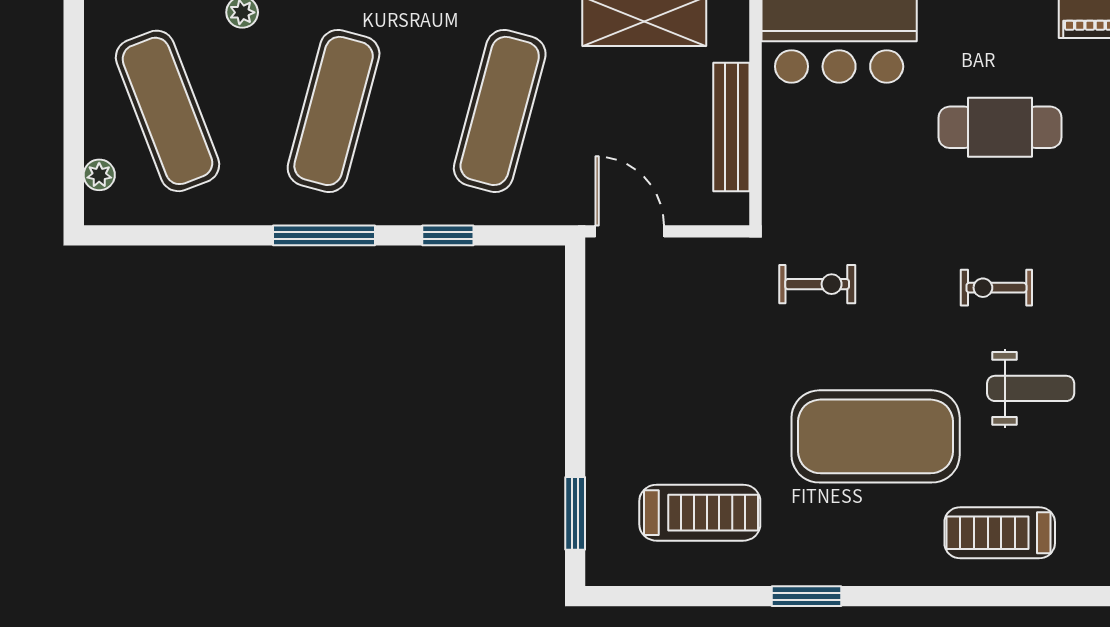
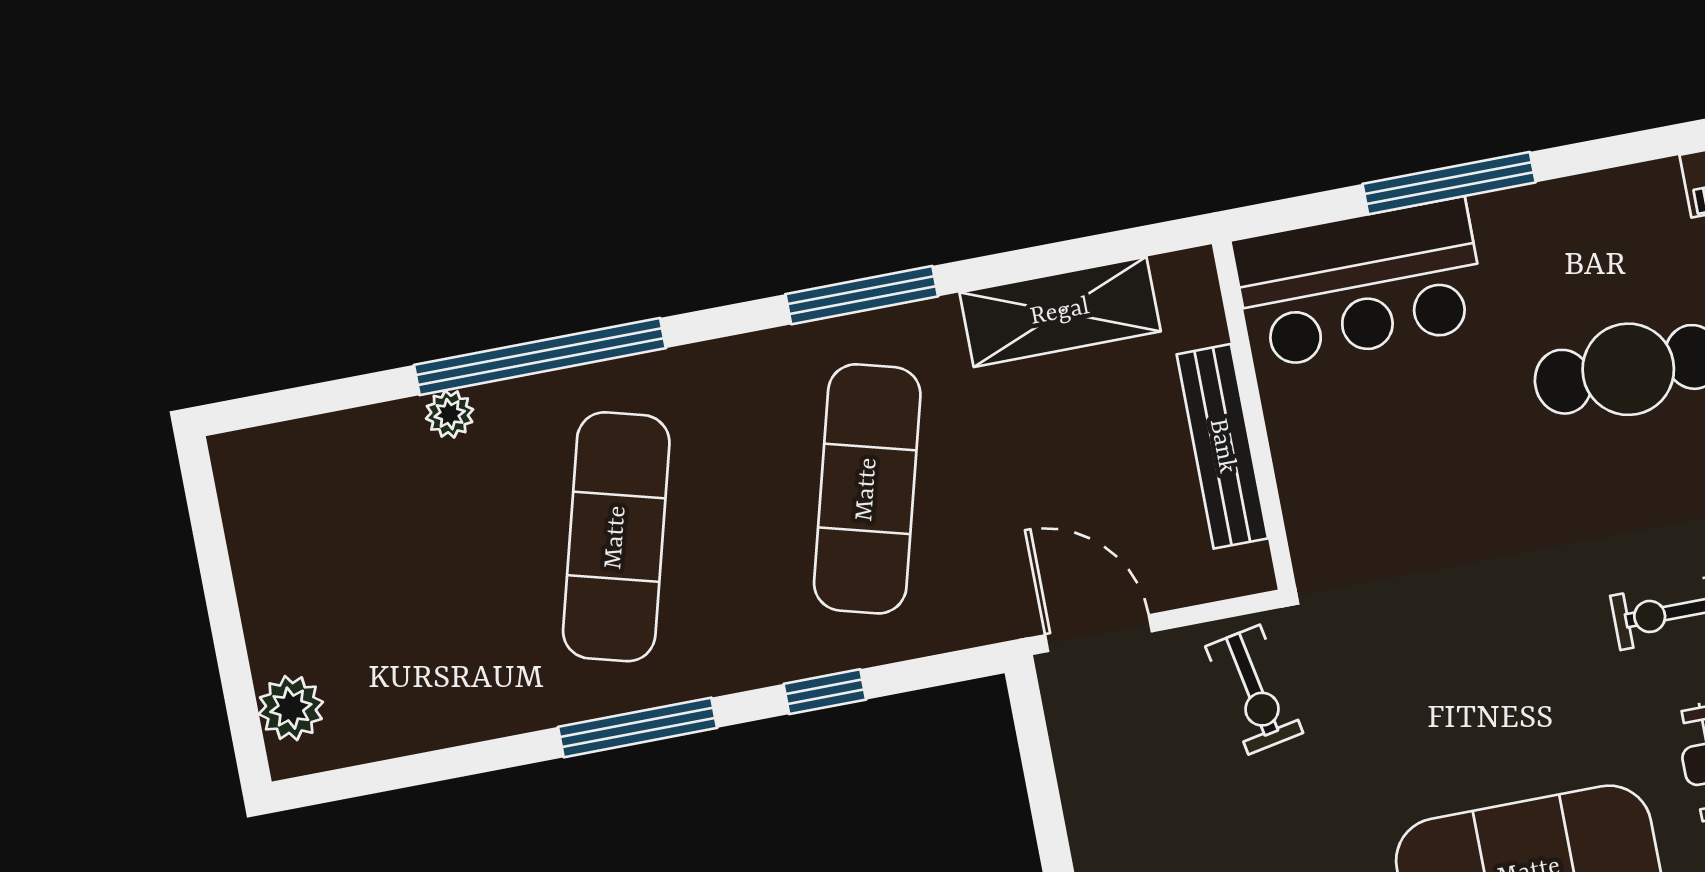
exercise mat: (167, 111) -> (365, 585), removed
plant: (99, 175) -> (291, 708), width x1.38, depth x1.38
exercise bike: (817, 284) -> (1254, 690), moved, turned 79

